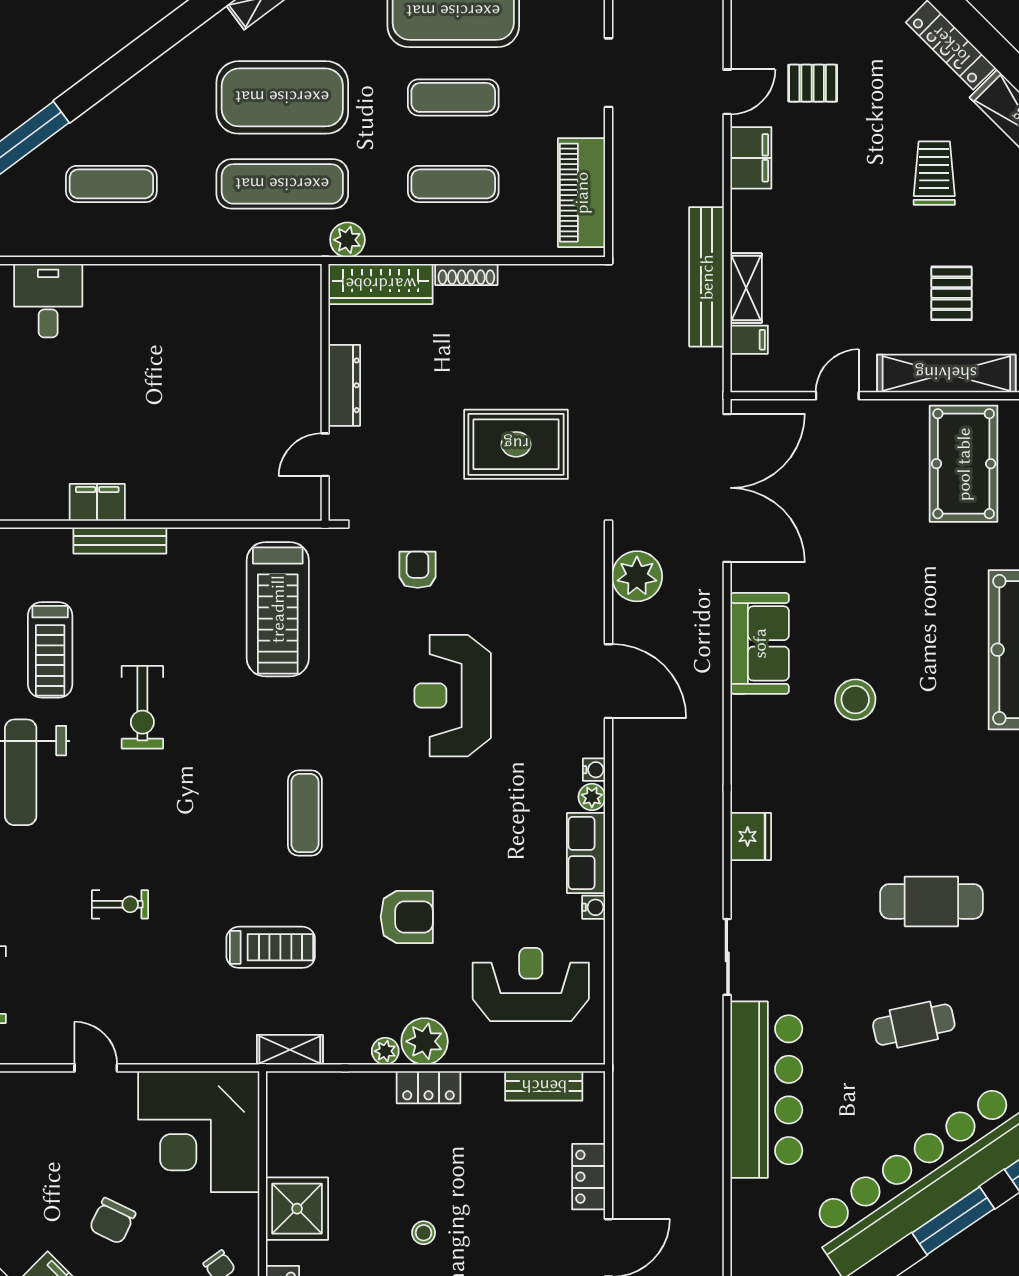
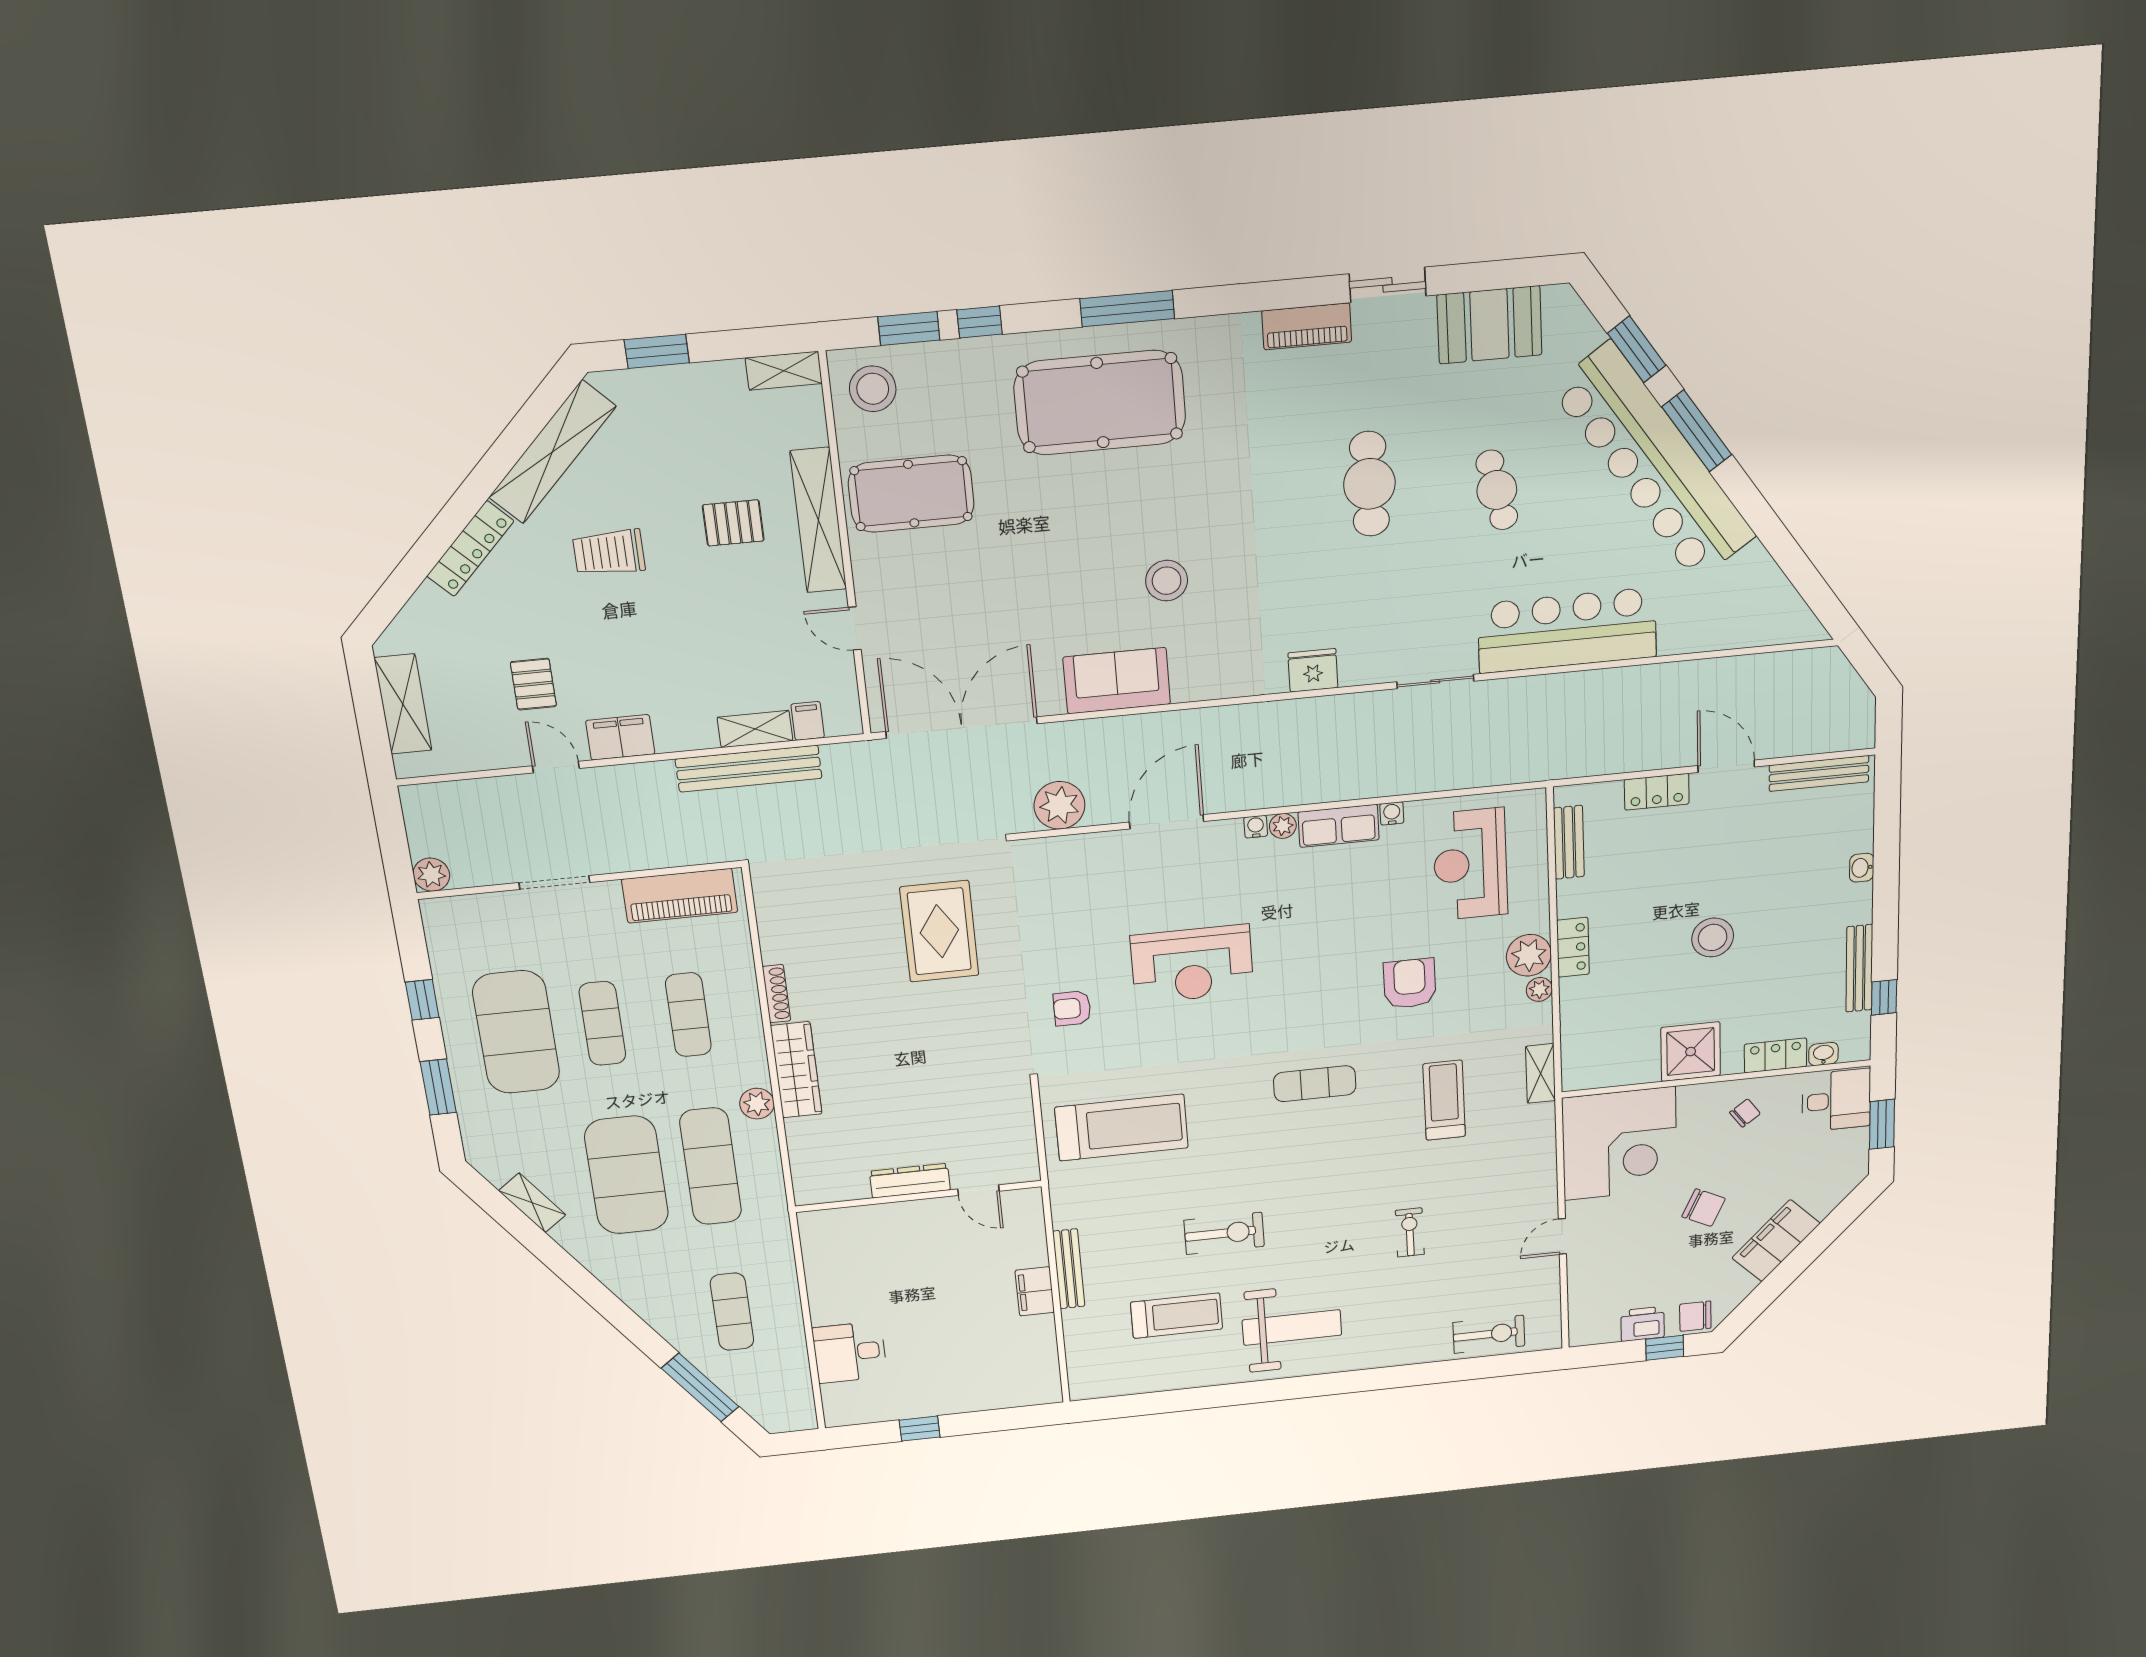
dresser: (344, 385) -> (910, 1181), moved
wall: (325, 392) -> (919, 1196), moved
door: (325, 455) -> (978, 1190), moved
stool: (424, 1233) -> (1713, 937), width x1.89, depth x1.89

